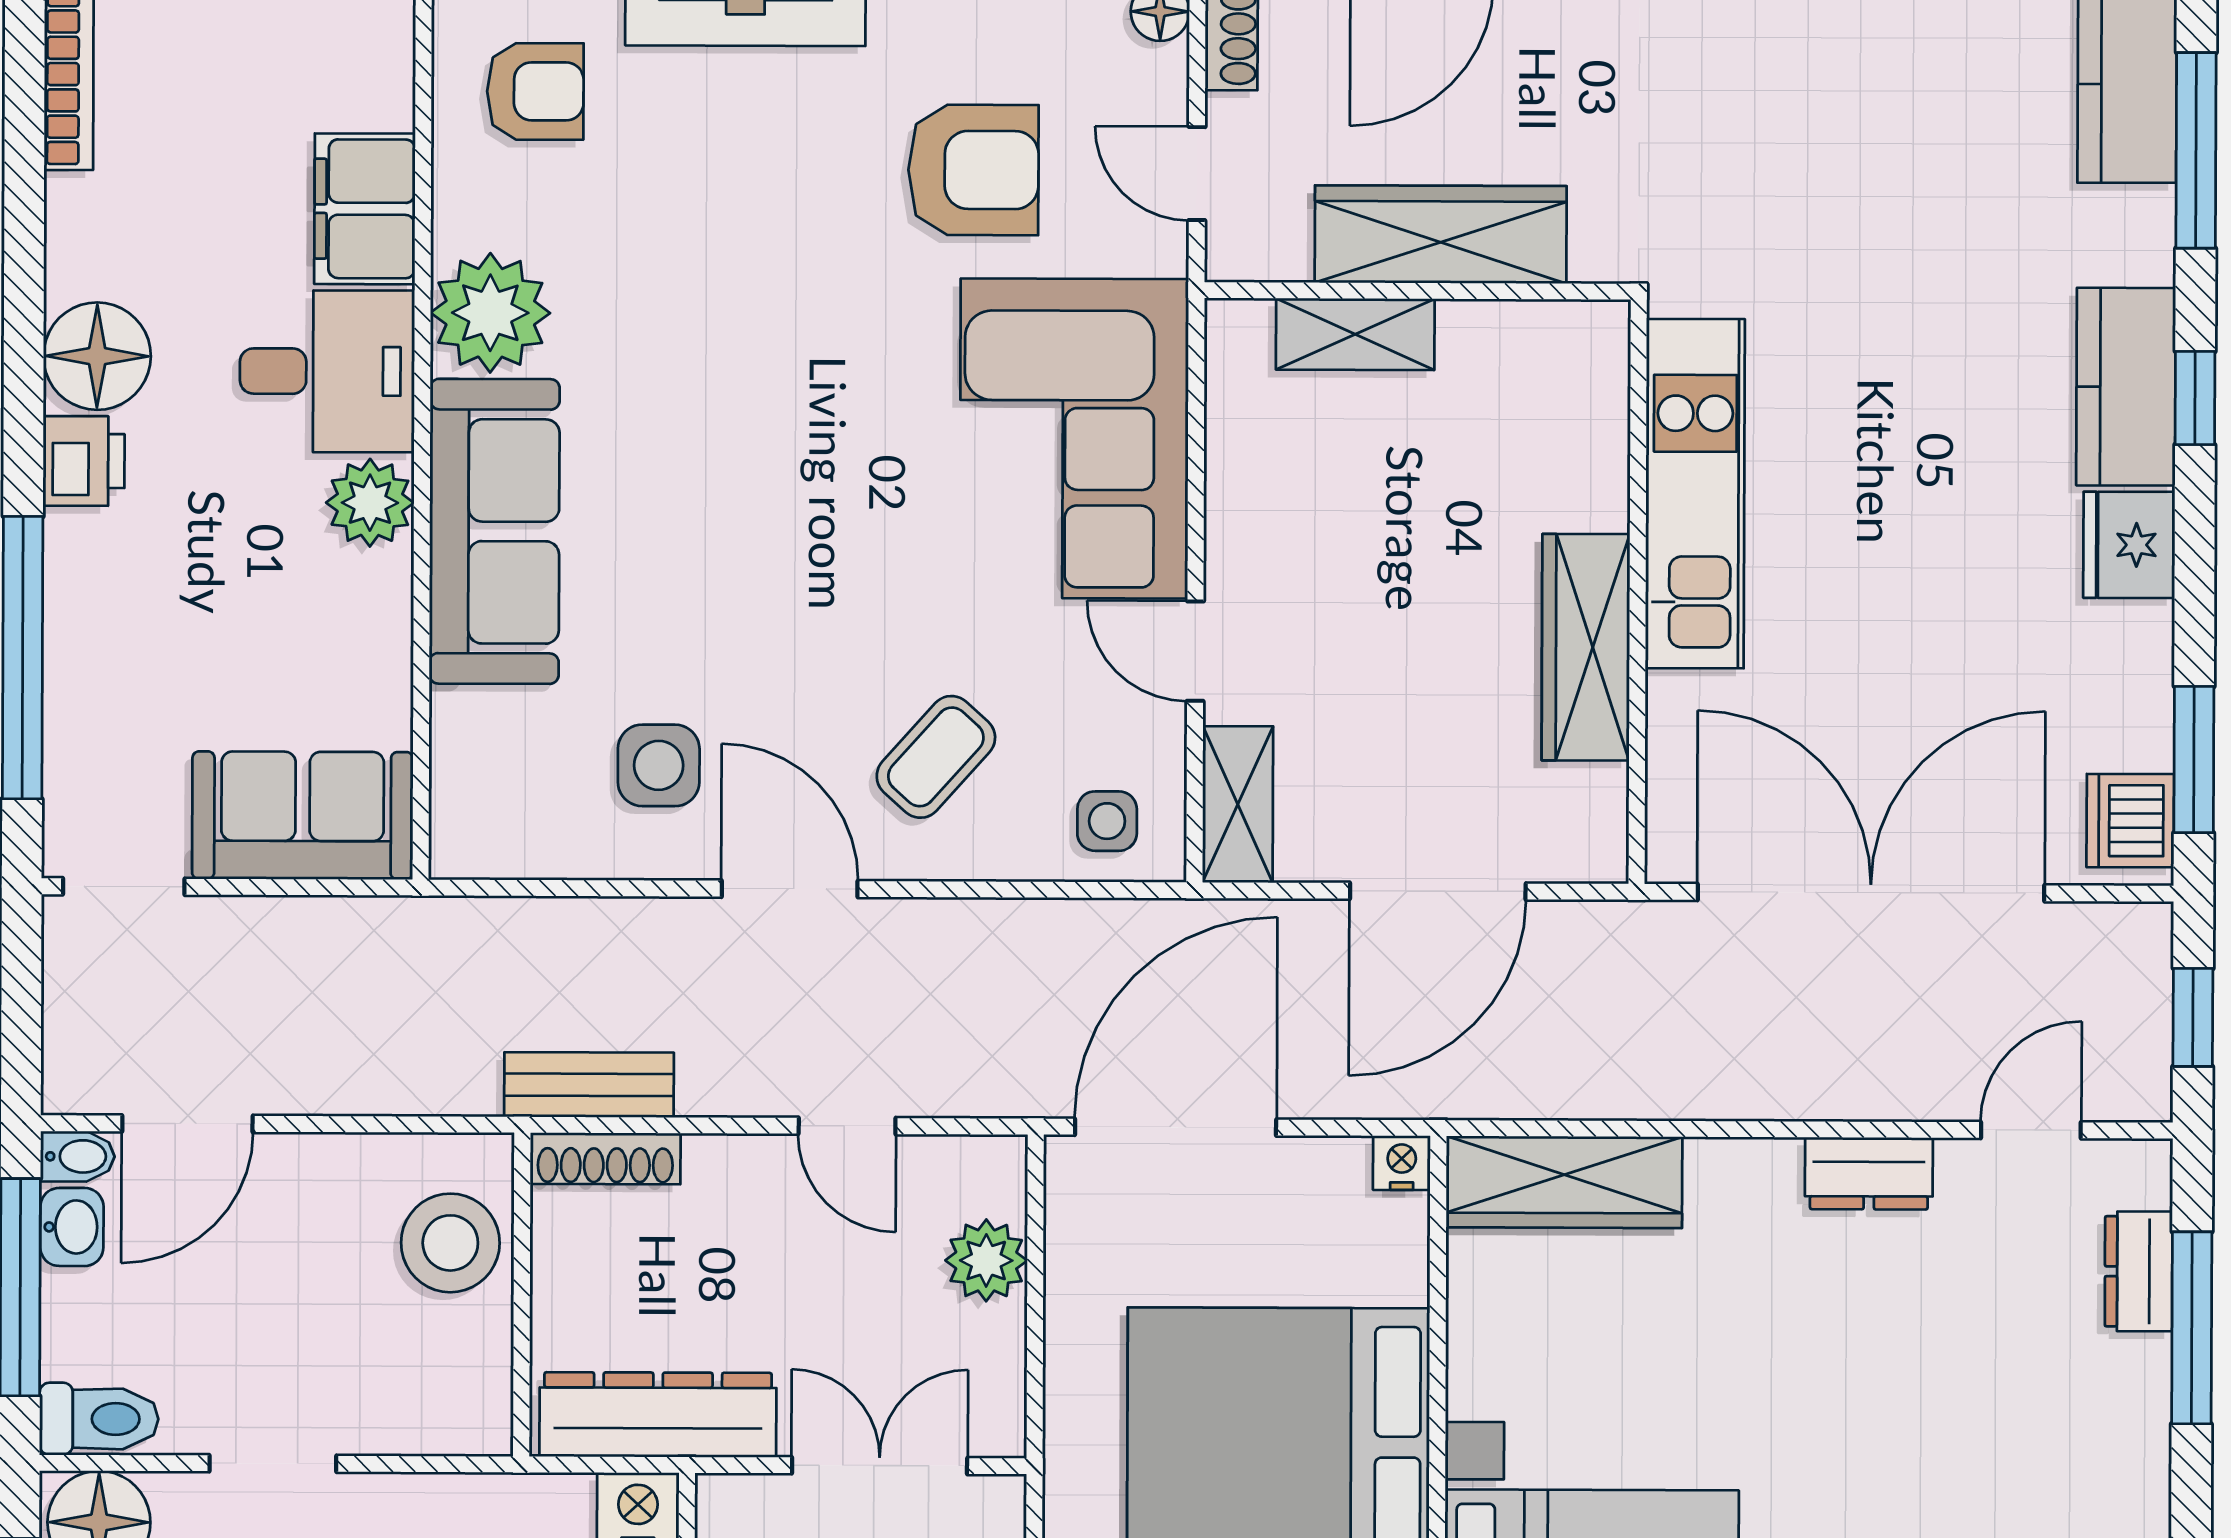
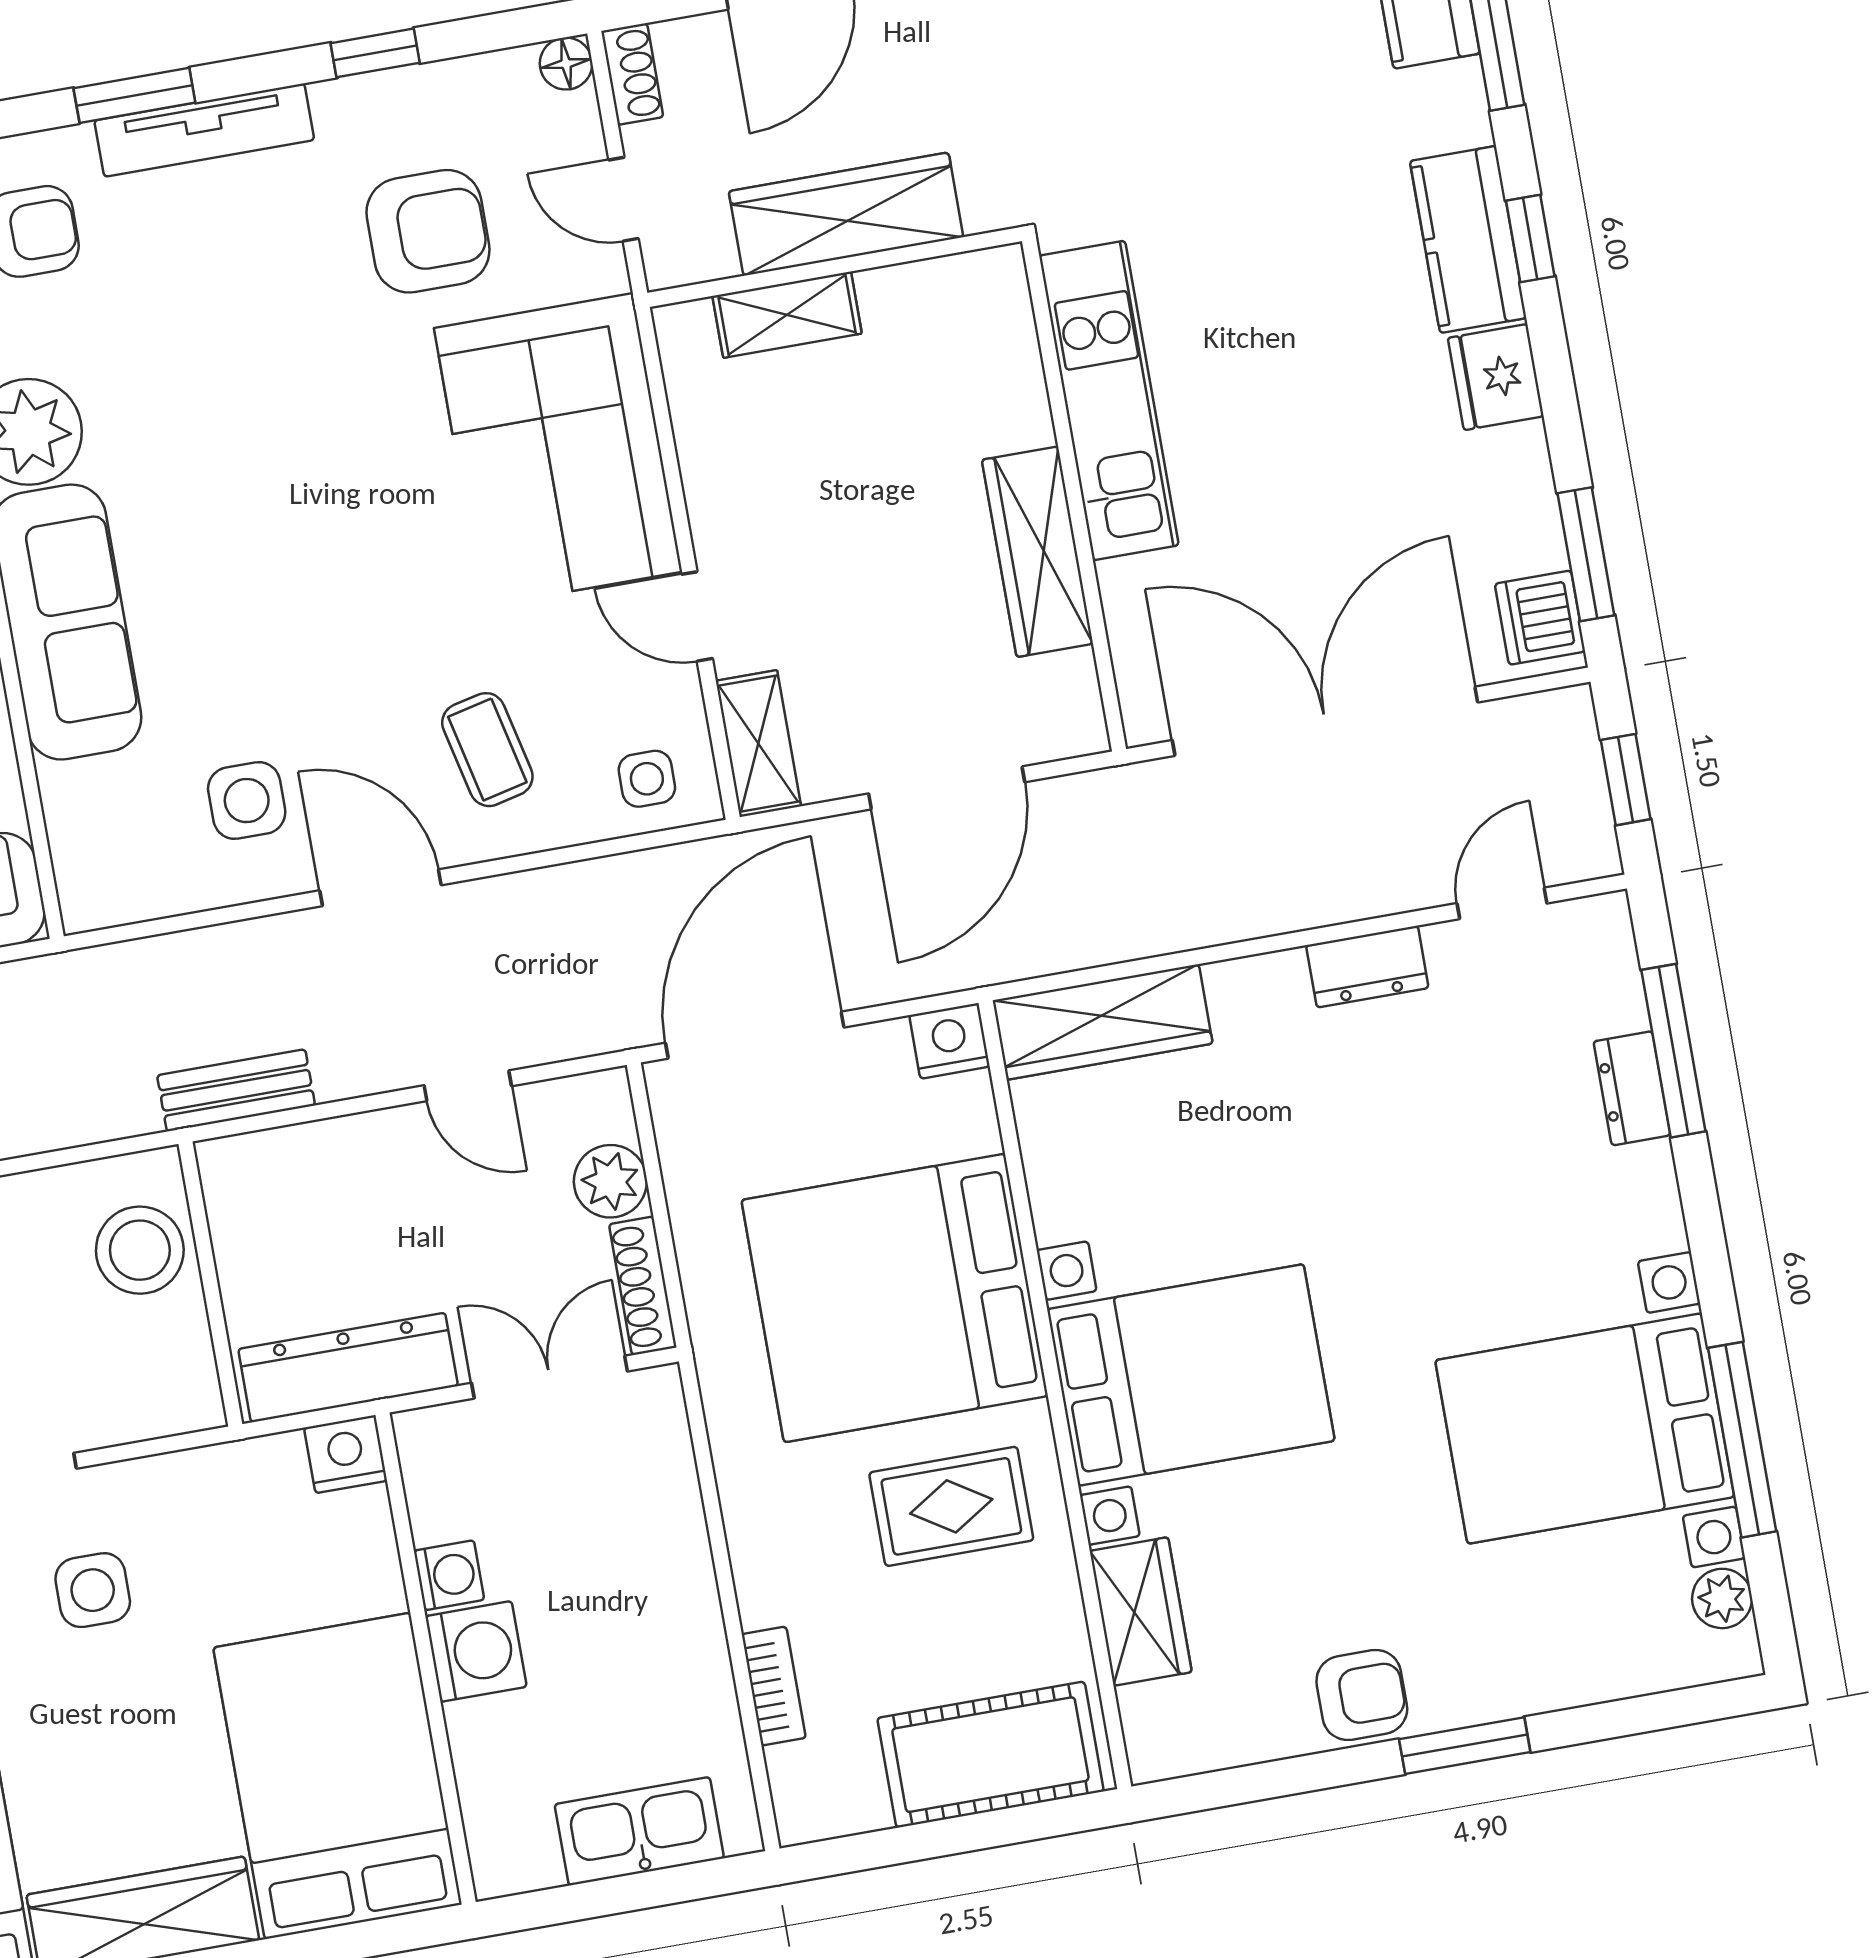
coffee table: (936, 757) -> (487, 750), turned -55
shoe rack: (605, 1159) -> (643, 1286), moved, turned 90
nightstand: (1402, 1163) -> (950, 1041), width x1.39, depth x1.35
dresser: (2139, 1271) -> (1632, 1088), moved

